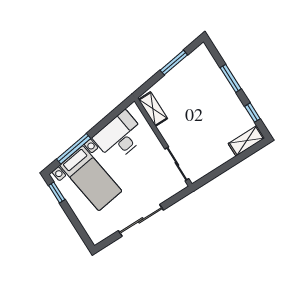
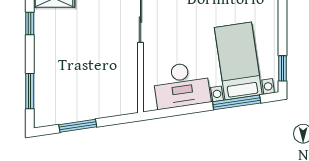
window: (231, 78) -> (30, 91), moved
shelving: (153, 109) -> (129, 92), removed

